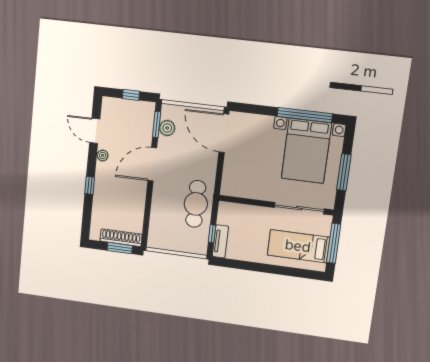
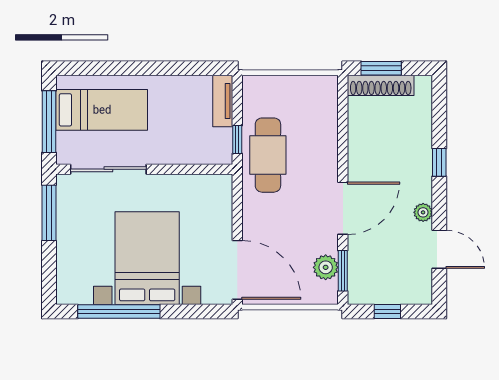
bed with nightstands: (306, 151) -> (147, 258), moved
window: (344, 172) -> (49, 213), moved
window: (212, 234) -> (237, 140), moved

